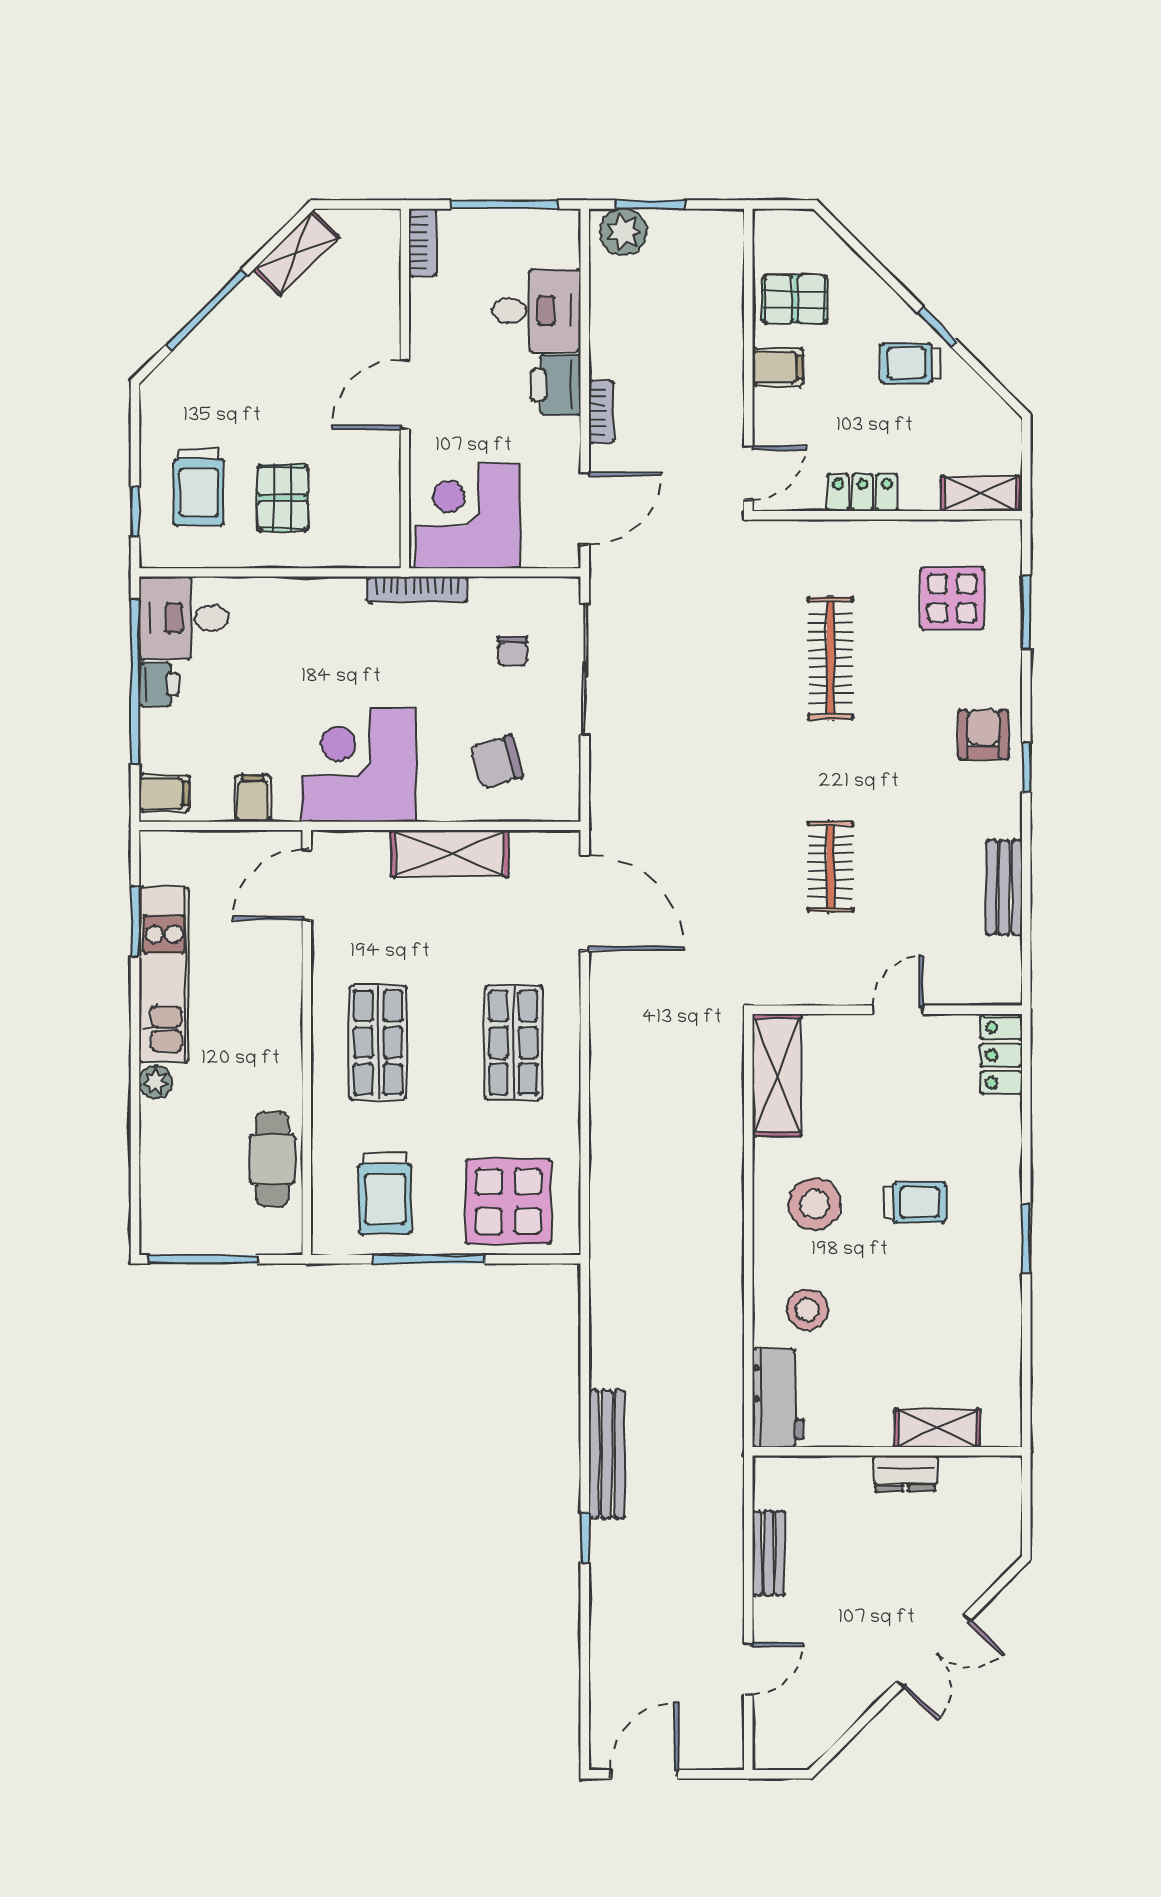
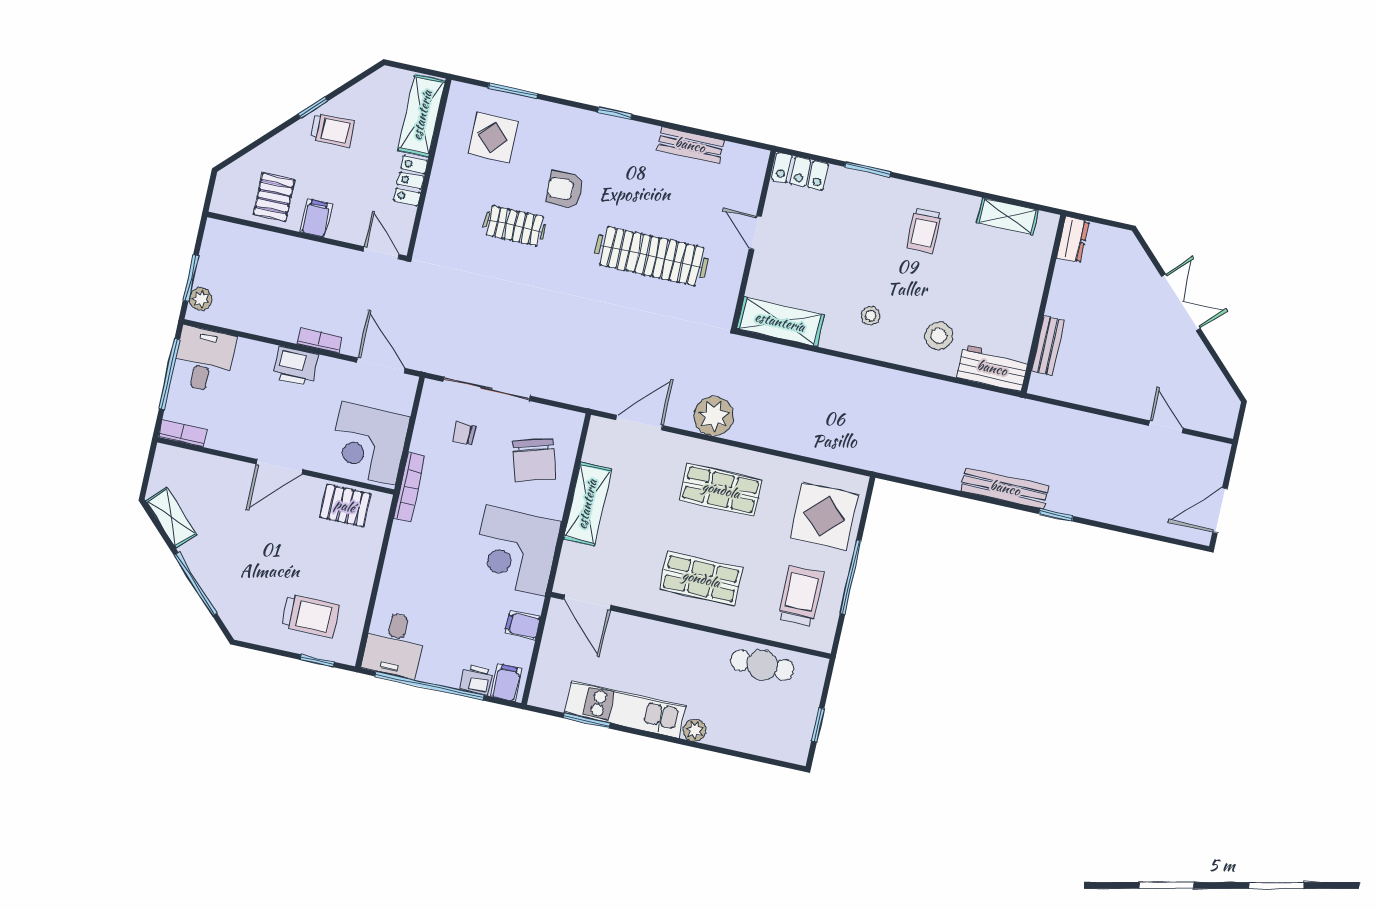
plant: (623, 232) -> (201, 299), width x0.73, depth x0.73
desk: (536, 311) -> (204, 359), moved
trolley: (911, 363) -> (333, 130), turned -90
door: (405, 394) -> (280, 467), hinge flipped
shelving: (980, 494) -> (422, 115), width x1.50, depth x1.33
pallet: (283, 498) -> (345, 506), moved
chair: (513, 651) -> (464, 433), turned 180
clothes rail: (830, 658) -> (515, 226), width x0.73
printer: (159, 684) -> (477, 680), moved
armchair: (983, 735) -> (565, 190), moved
chair: (497, 762) -> (534, 460), width x1.37, depth x1.37
clothes rail: (830, 867) -> (652, 256), width x1.86, depth x1.31
door: (585, 903) -> (639, 423), width x0.73
plant: (618, 1009) -> (714, 416), added
trolley: (385, 1193) -> (801, 596), turned -90
trolley: (915, 1202) -> (924, 230), moved, turned 180
stool: (815, 1204) -> (871, 316), width x0.53, depth x0.53
window: (1026, 1239) -> (868, 169), moved
window: (203, 1259) -> (818, 725), width x0.46
shelving: (937, 1428) -> (1008, 216), moved, turned 90
dresser: (906, 1473) -> (1073, 240), moved
bench: (768, 1553) -> (1048, 346), moved, turned 90
door: (644, 1774) -> (1220, 510), hinge flipped

